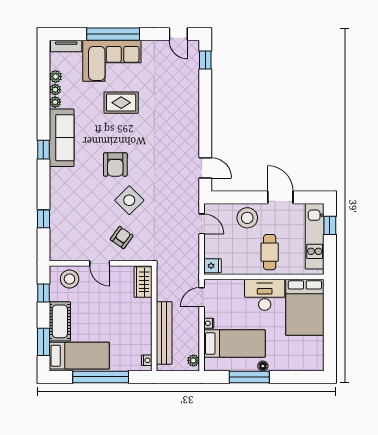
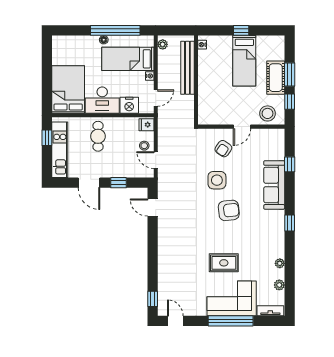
plant: (55, 90) -> (280, 274), removed
sofa: (62, 138) -> (274, 185), moved
armchair: (115, 165) -> (229, 210), turned 84
window: (245, 197) -> (119, 183), added
side table: (129, 200) -> (217, 180), turned 45
stool: (247, 218) -> (144, 146), moved, width x0.53, depth x0.53
window: (330, 225) -> (47, 138), moved
door: (100, 263) -> (242, 127), swing flipped
wardrobe: (143, 282) -> (205, 111), removed
nightstand: (233, 289) -> (129, 105), added
window: (43, 342) -> (290, 75), moved
bed: (79, 356) -> (244, 61), moved, turned -90
window: (101, 377) -> (241, 30), width x0.32
window: (249, 377) -> (115, 30), width x1.46

